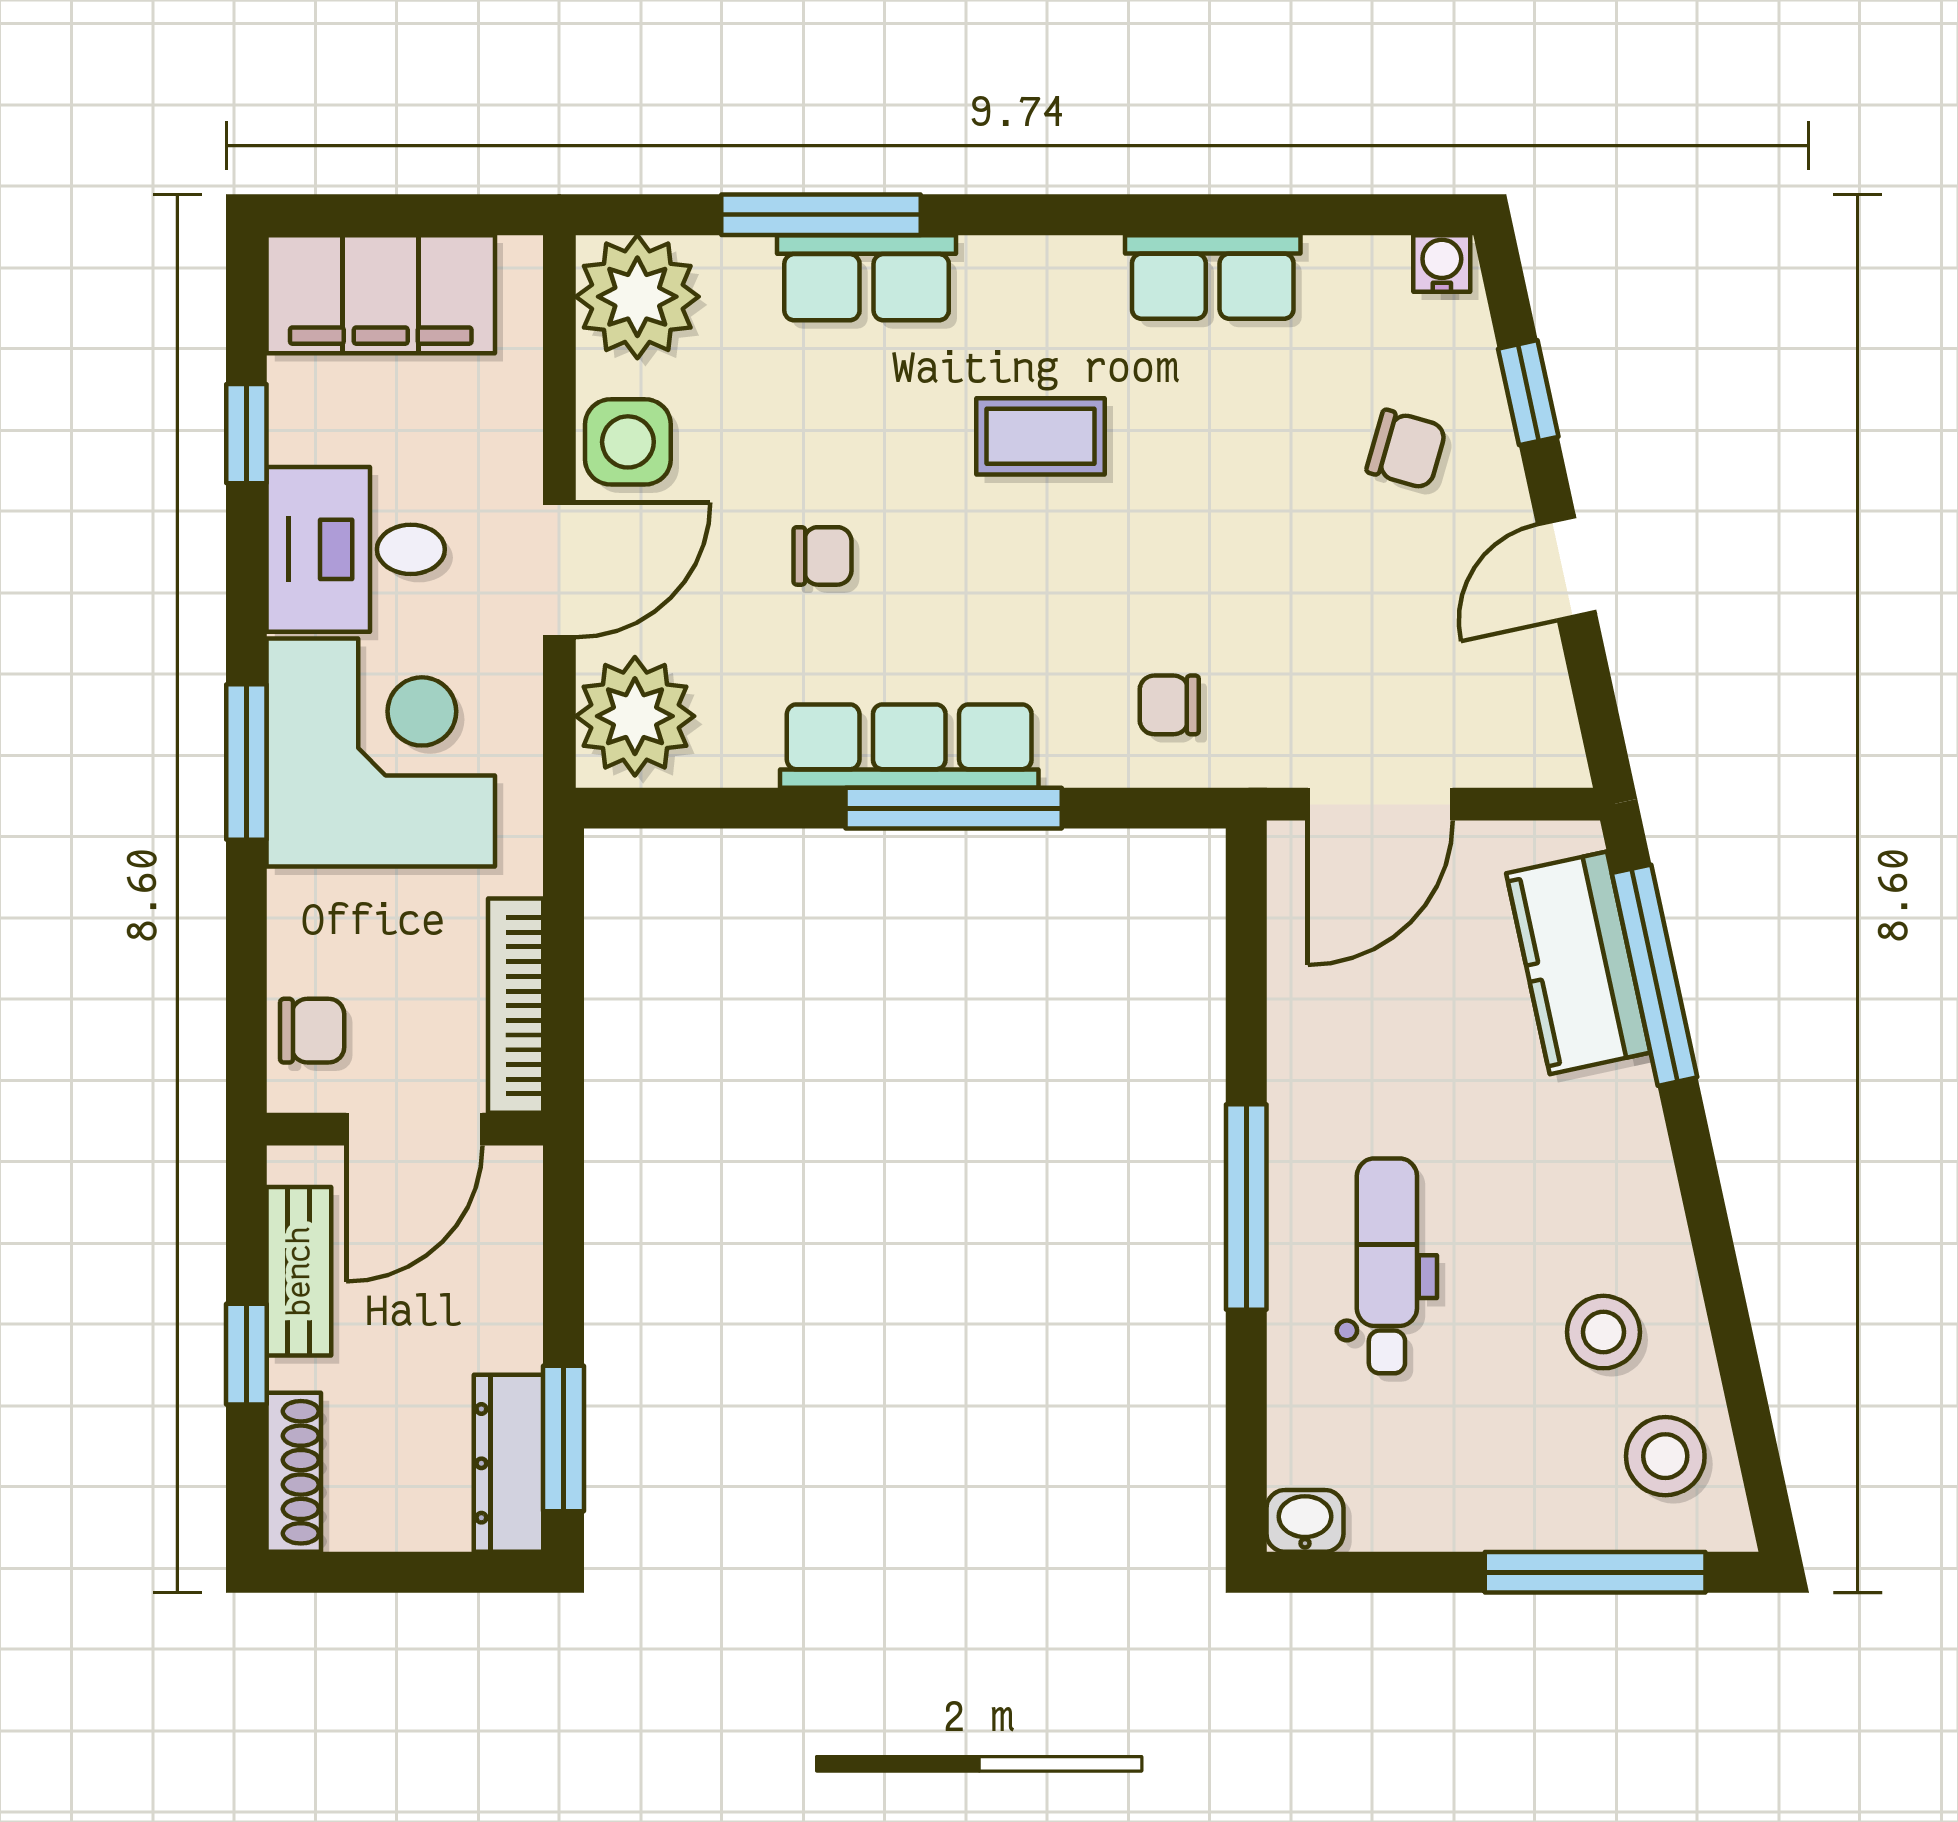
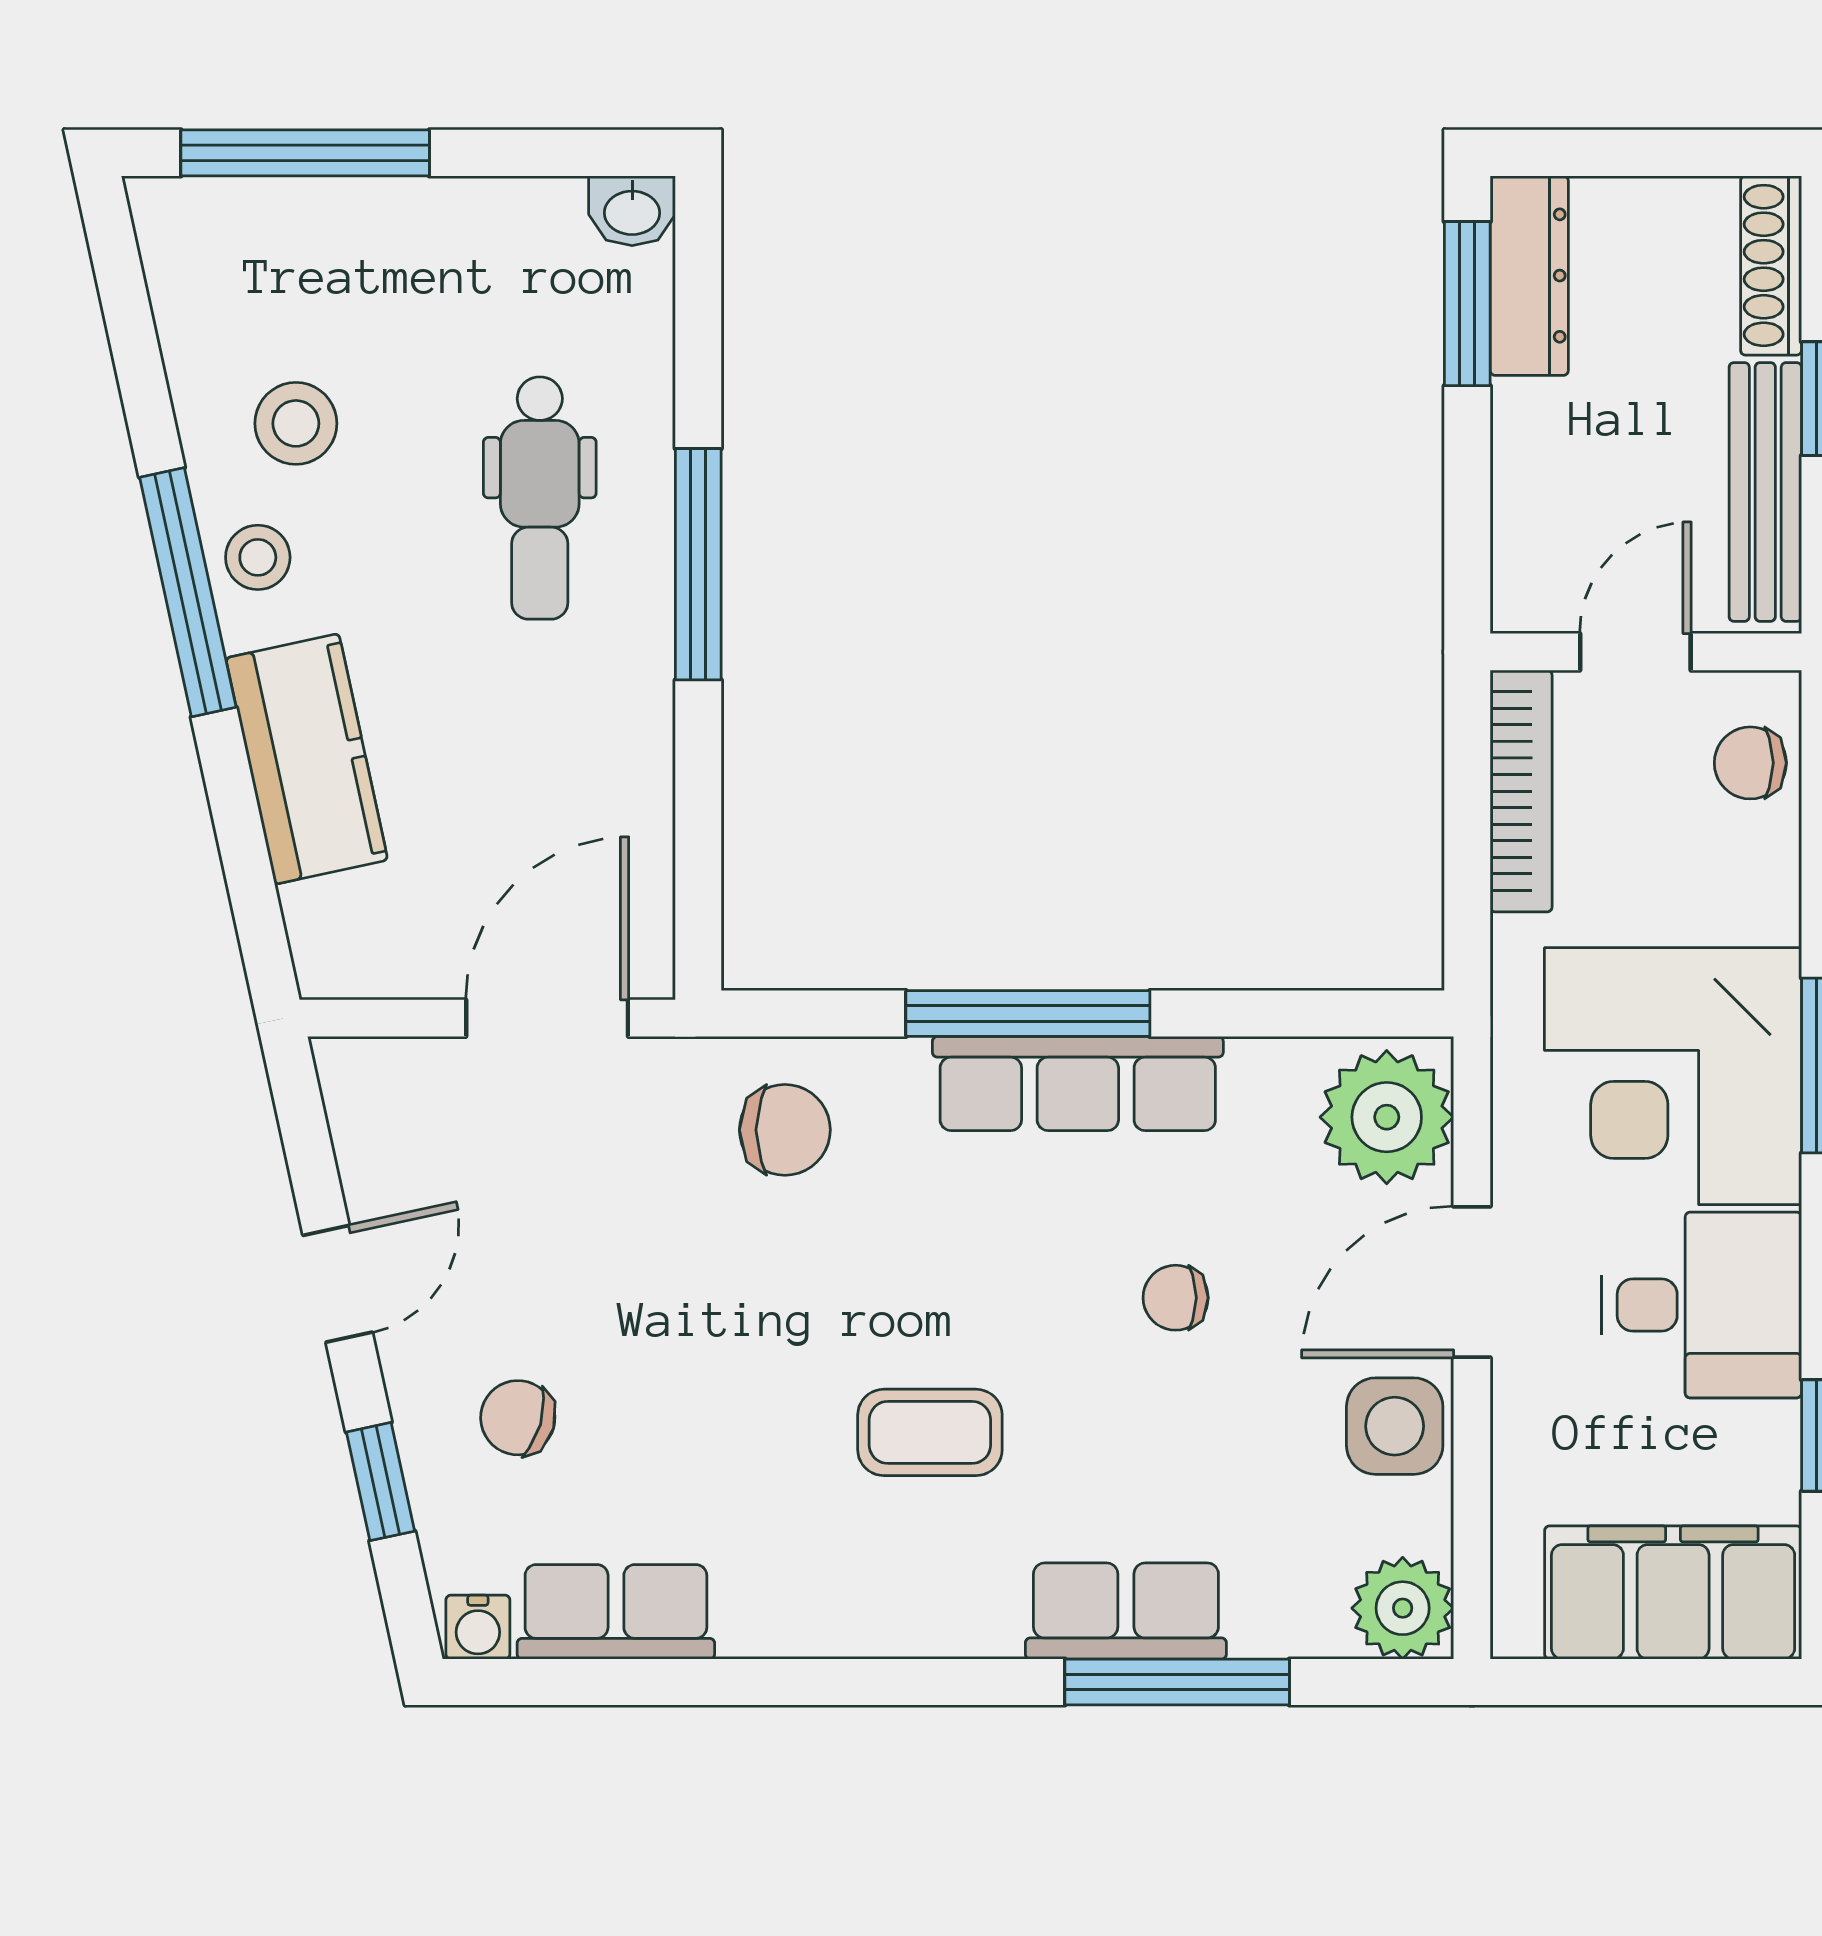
row of seats: (1213, 277) -> (616, 1612), moved
plant: (637, 297) -> (1403, 1608), width x0.73, depth x0.73
chair: (1169, 705) -> (785, 1130), width x1.37, depth x1.37
kitchen counter: (1578, 963) -> (307, 759), moved
window: (1654, 975) -> (188, 592), moved
door: (414, 1129) -> (1635, 652), width x0.73
bench: (299, 1271) -> (1765, 492), width x1.36
stool: (1665, 1456) -> (258, 557), moved, width x0.73, depth x0.73

